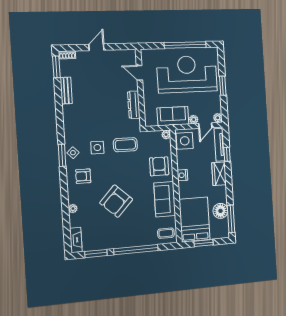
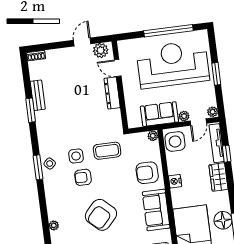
door: (96, 47) -> (82, 42), moved
plant: (126, 56) -> (101, 50), added
window: (56, 67) -> (31, 110), moved
dresser: (134, 105) -> (112, 93), moved
armchair: (159, 166) -> (147, 173), turned -90
armchair: (83, 176) -> (83, 177), moved

